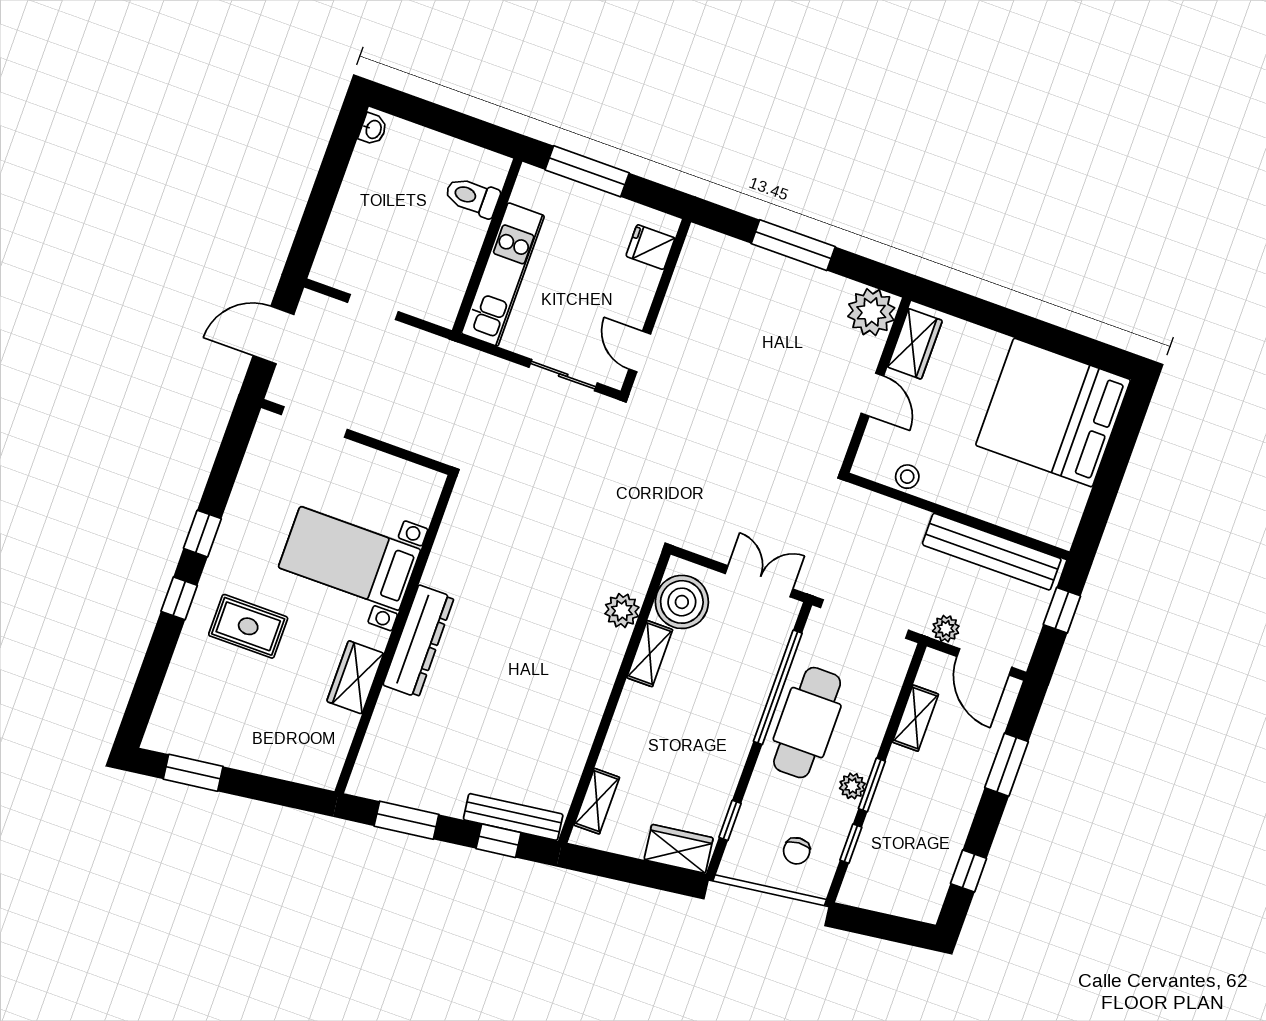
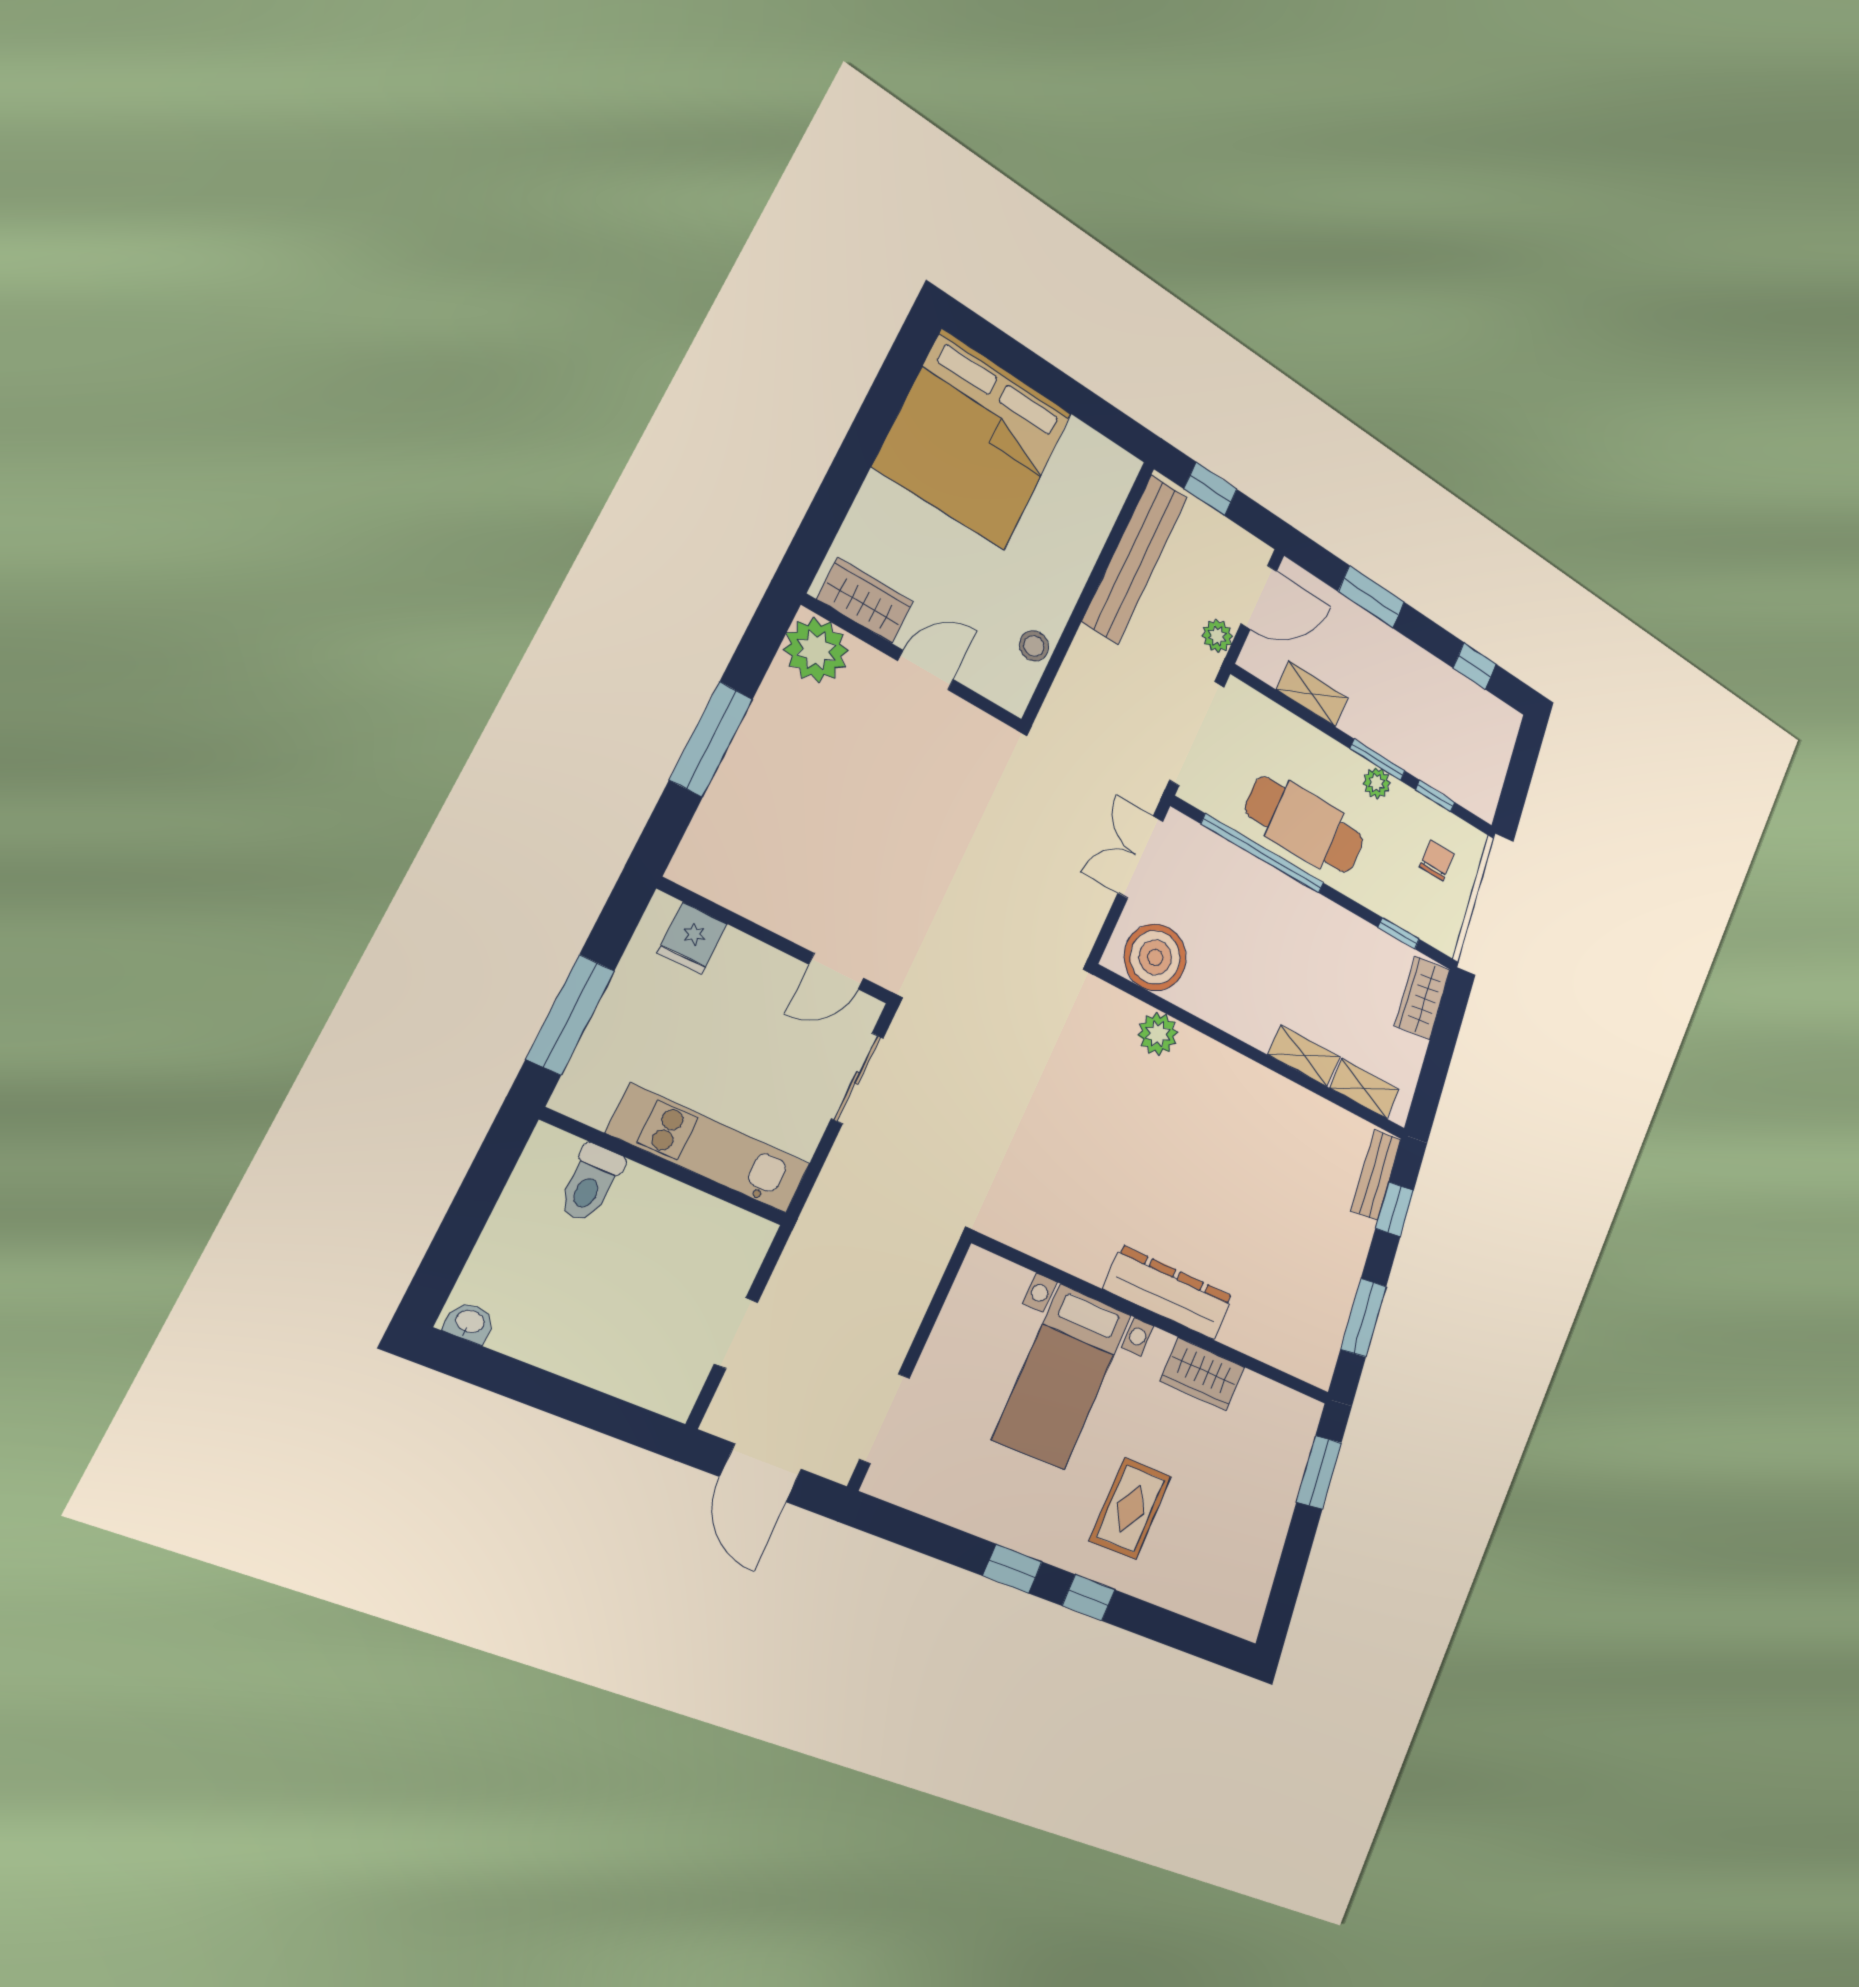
shelving: (650, 654) -> (1304, 1056), moved
window: (193, 773) -> (1319, 1472), moved
bench: (513, 817) -> (1376, 1175), width x0.73
chair: (797, 851) -> (1437, 860), turned -86

